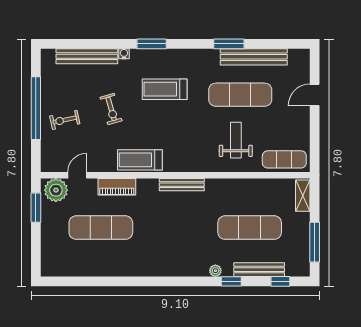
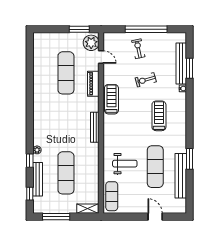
window: (152, 44) -> (189, 68), moved

